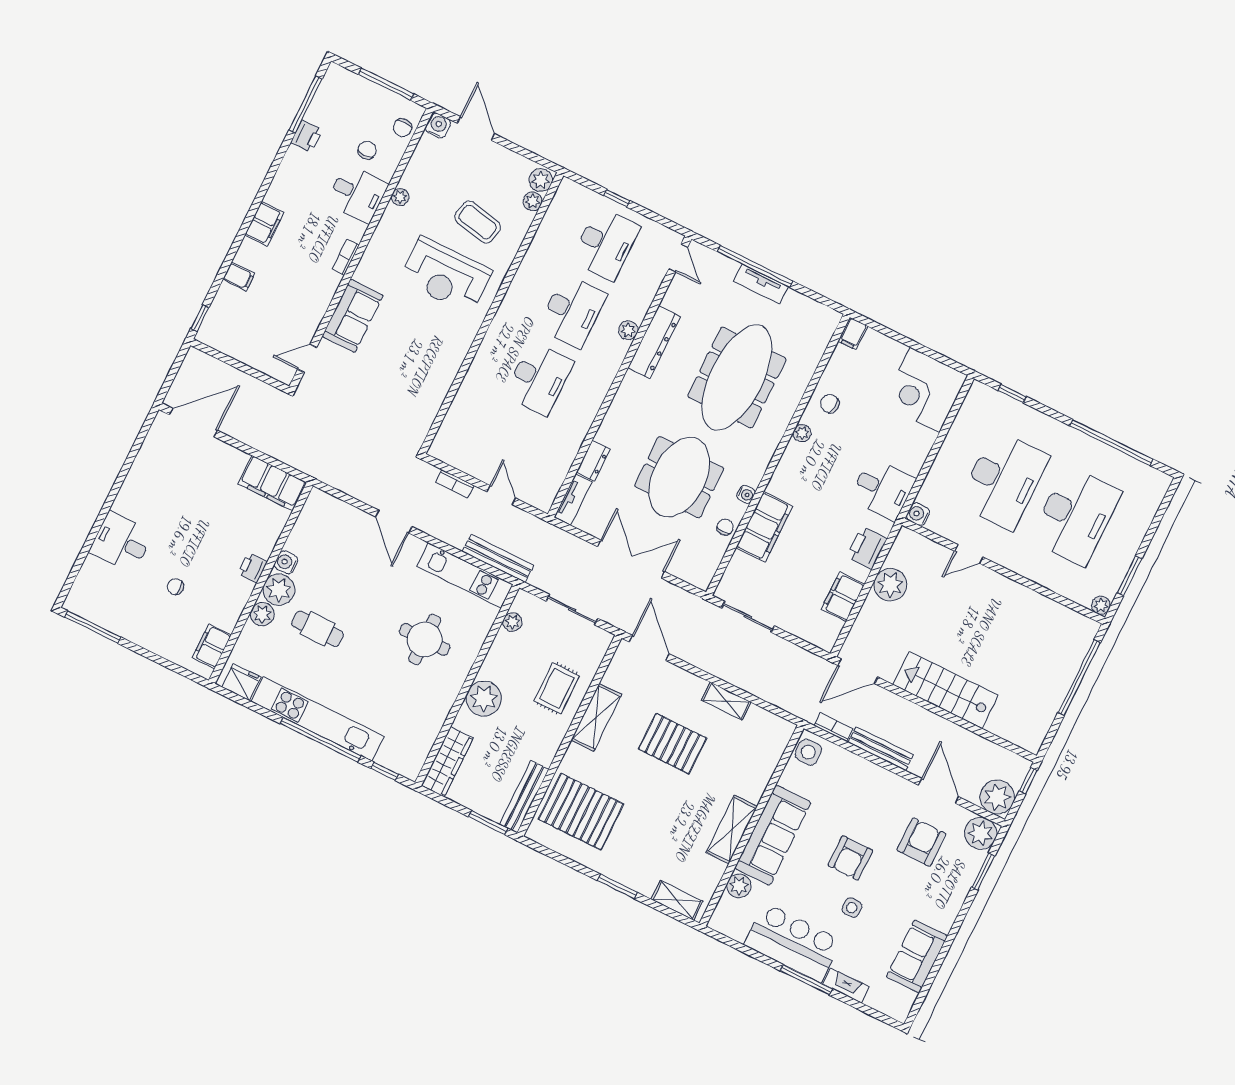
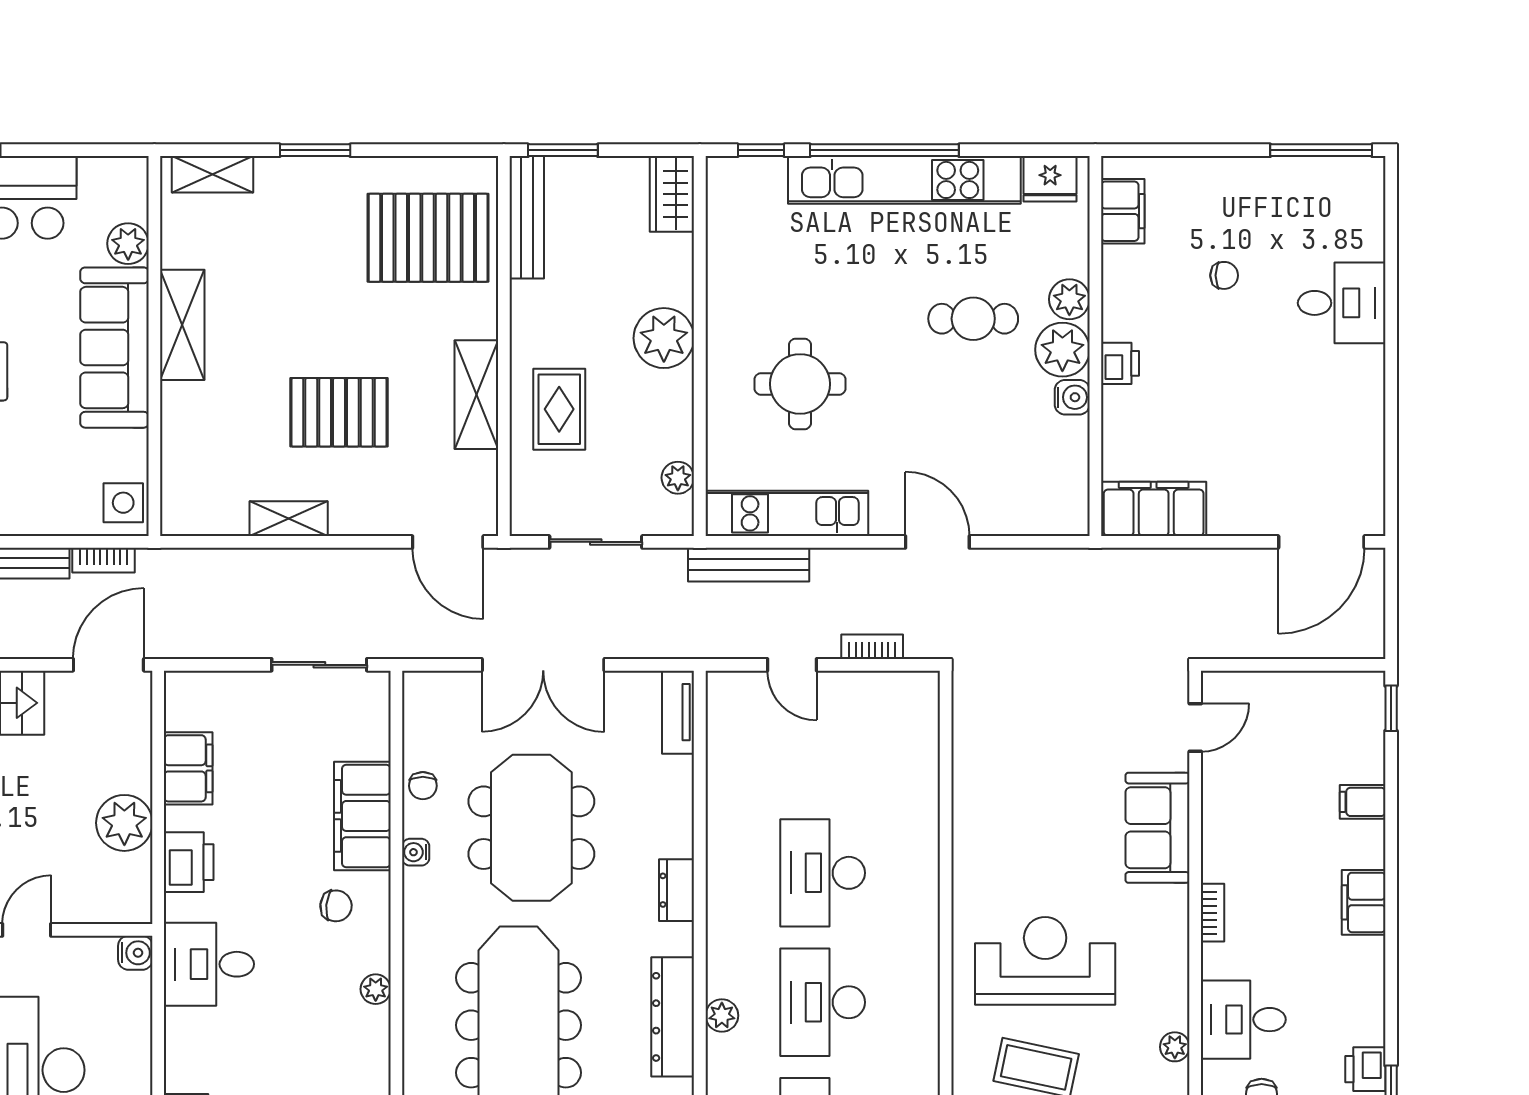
chair: (830, 404) -> (336, 906), moved
dresser: (593, 461) -> (677, 890), moved
wardrobe: (447, 762) -> (672, 194), width x0.67

